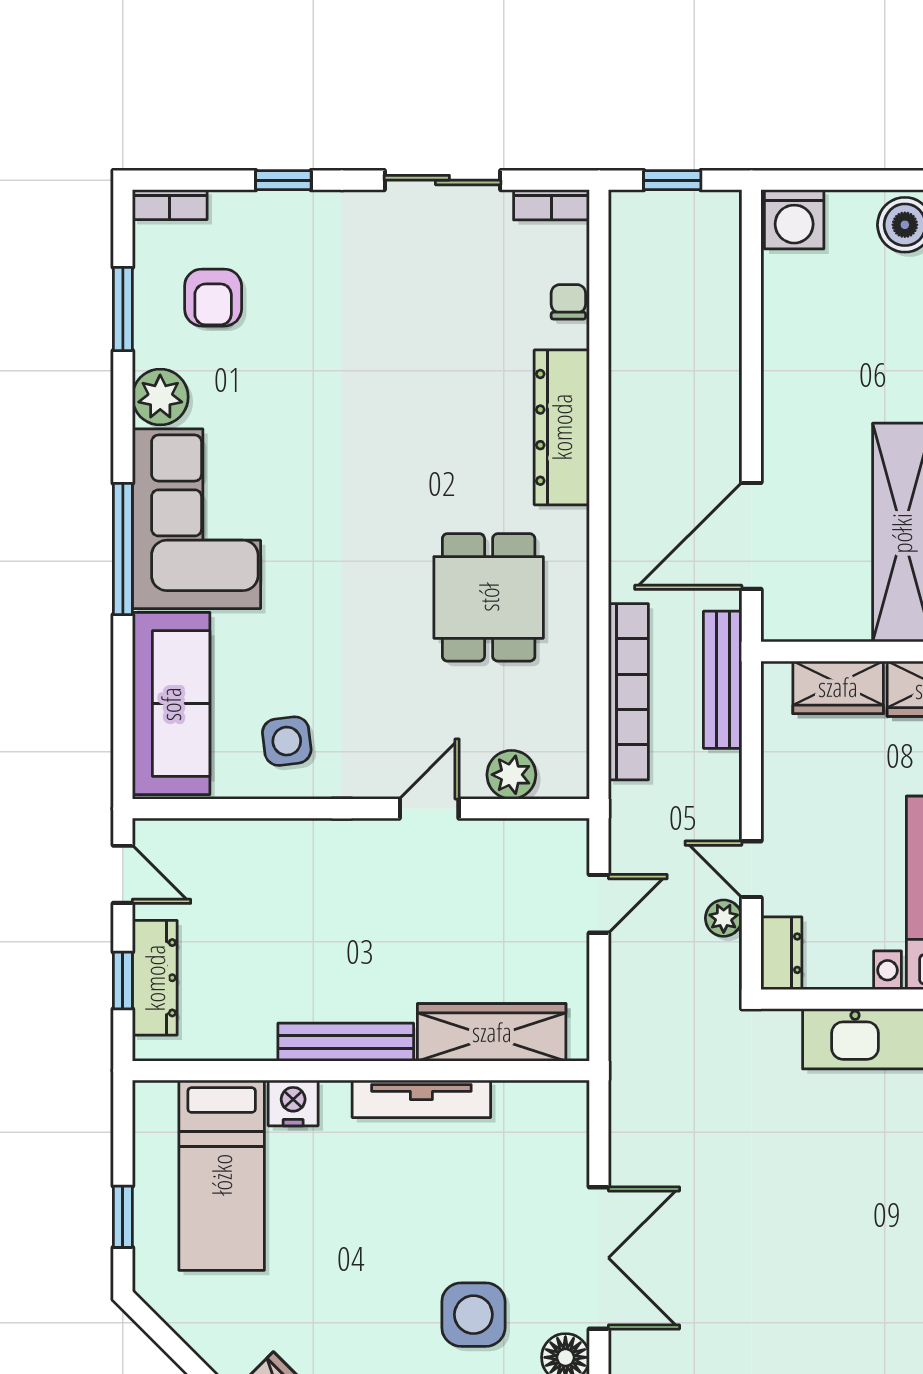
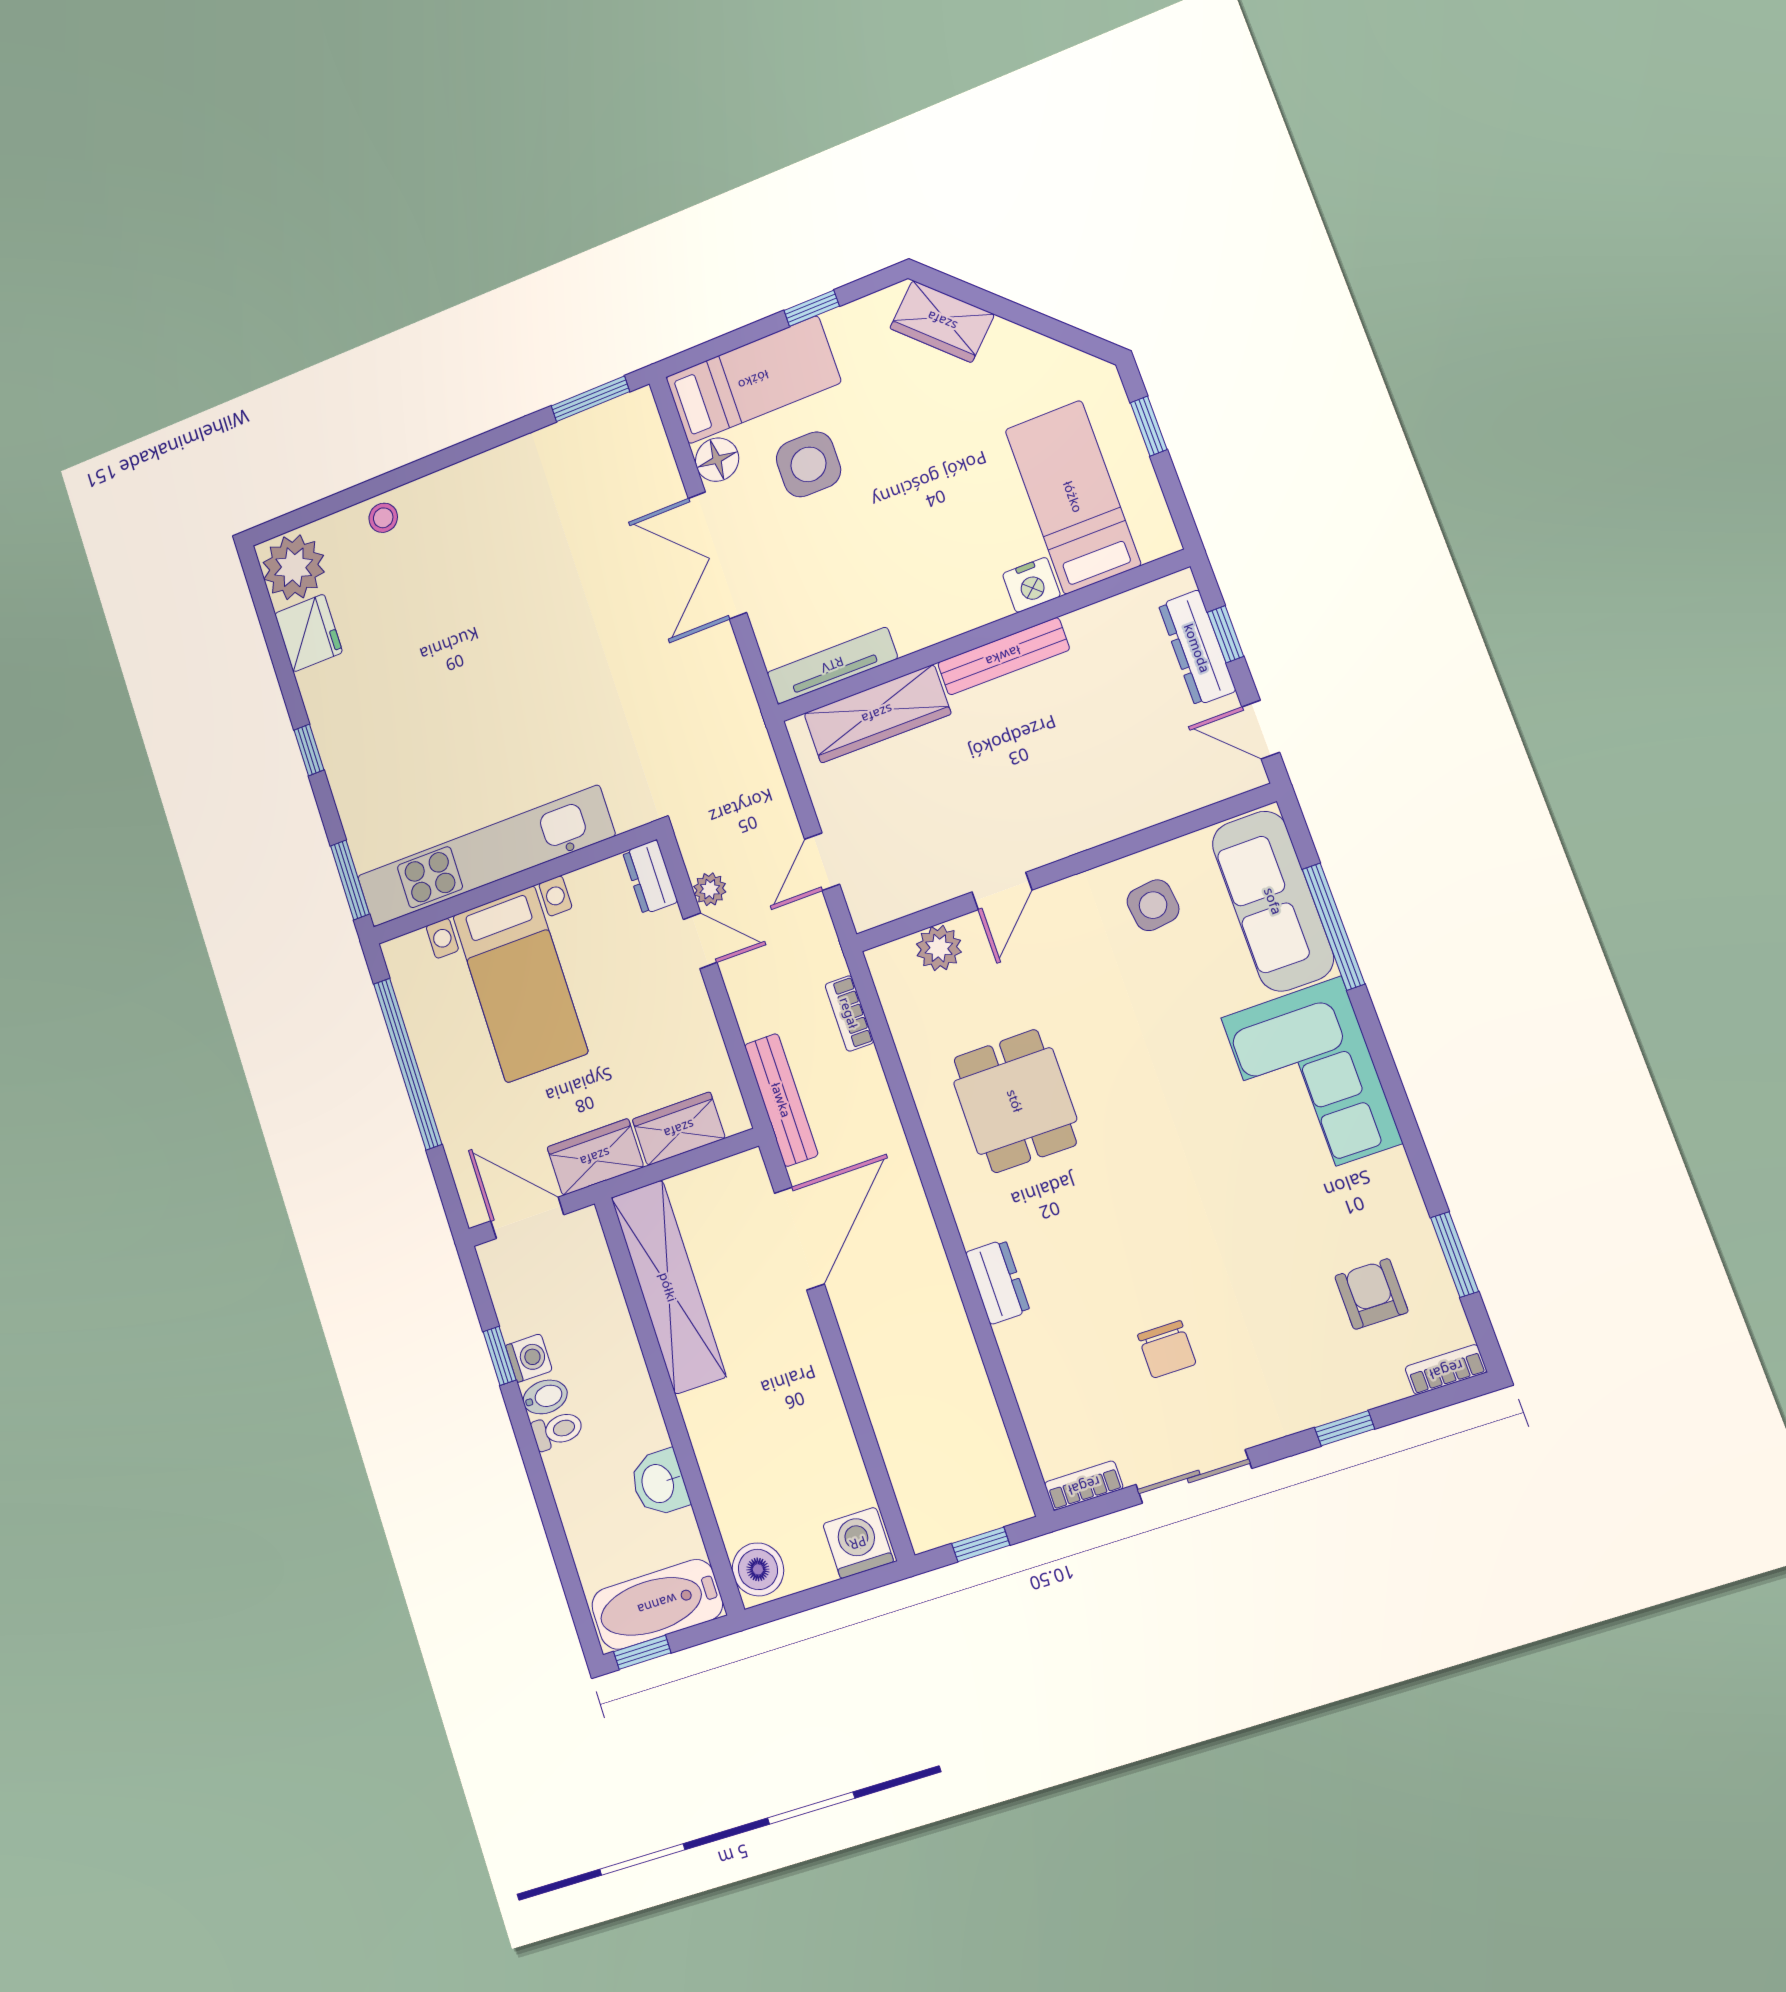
chair: (568, 302) -> (1167, 1349), moved, width x1.37, depth x1.37
plant: (160, 397) -> (1388, 1183), removed
dresser: (562, 427) -> (998, 1282), width x0.51, depth x0.80
window: (123, 549) -> (1333, 927), moved
bookcase: (628, 692) -> (849, 1013), width x0.43, depth x0.76
tv unit: (421, 1099) -> (832, 665), moved

